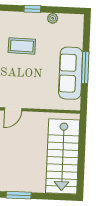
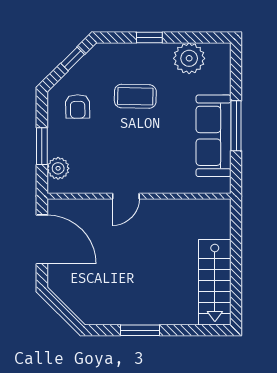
plant: (53, 18) -> (189, 58), width x1.88, depth x1.88
stairs: (63, 156) -> (215, 282), width x0.73, depth x0.66

